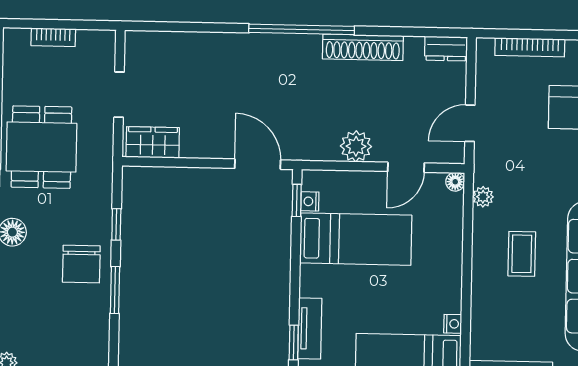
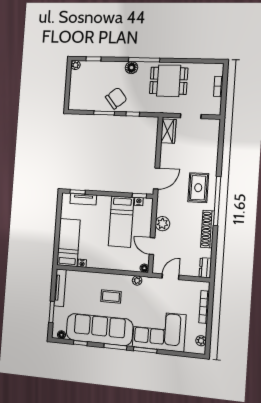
rug: (275, 71) -> (198, 188), added
door: (470, 123) -> (170, 277), hinge flipped
chair: (81, 264) -> (116, 98), turned 141

